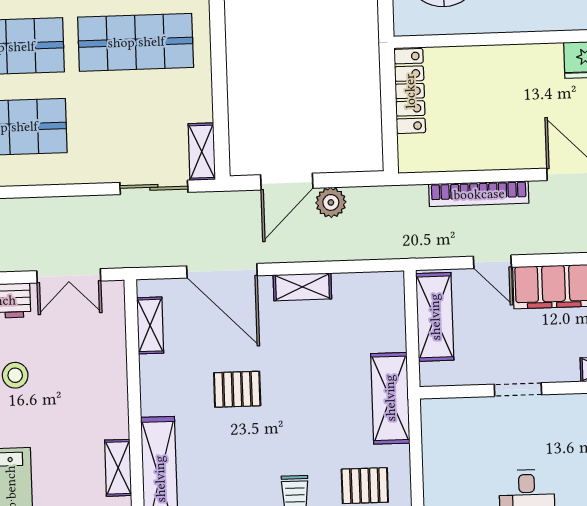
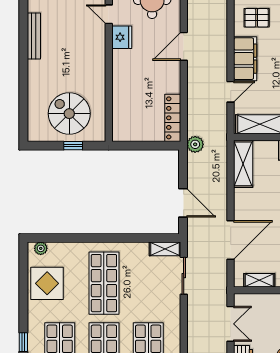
locker: (410, 91) -> (173, 118), moved, turned -90
bookcase: (479, 194) -> (193, 98), removed
plant: (331, 202) -> (195, 144), moved
shelving: (302, 287) -> (243, 164), moved, width x1.50, depth x1.33

